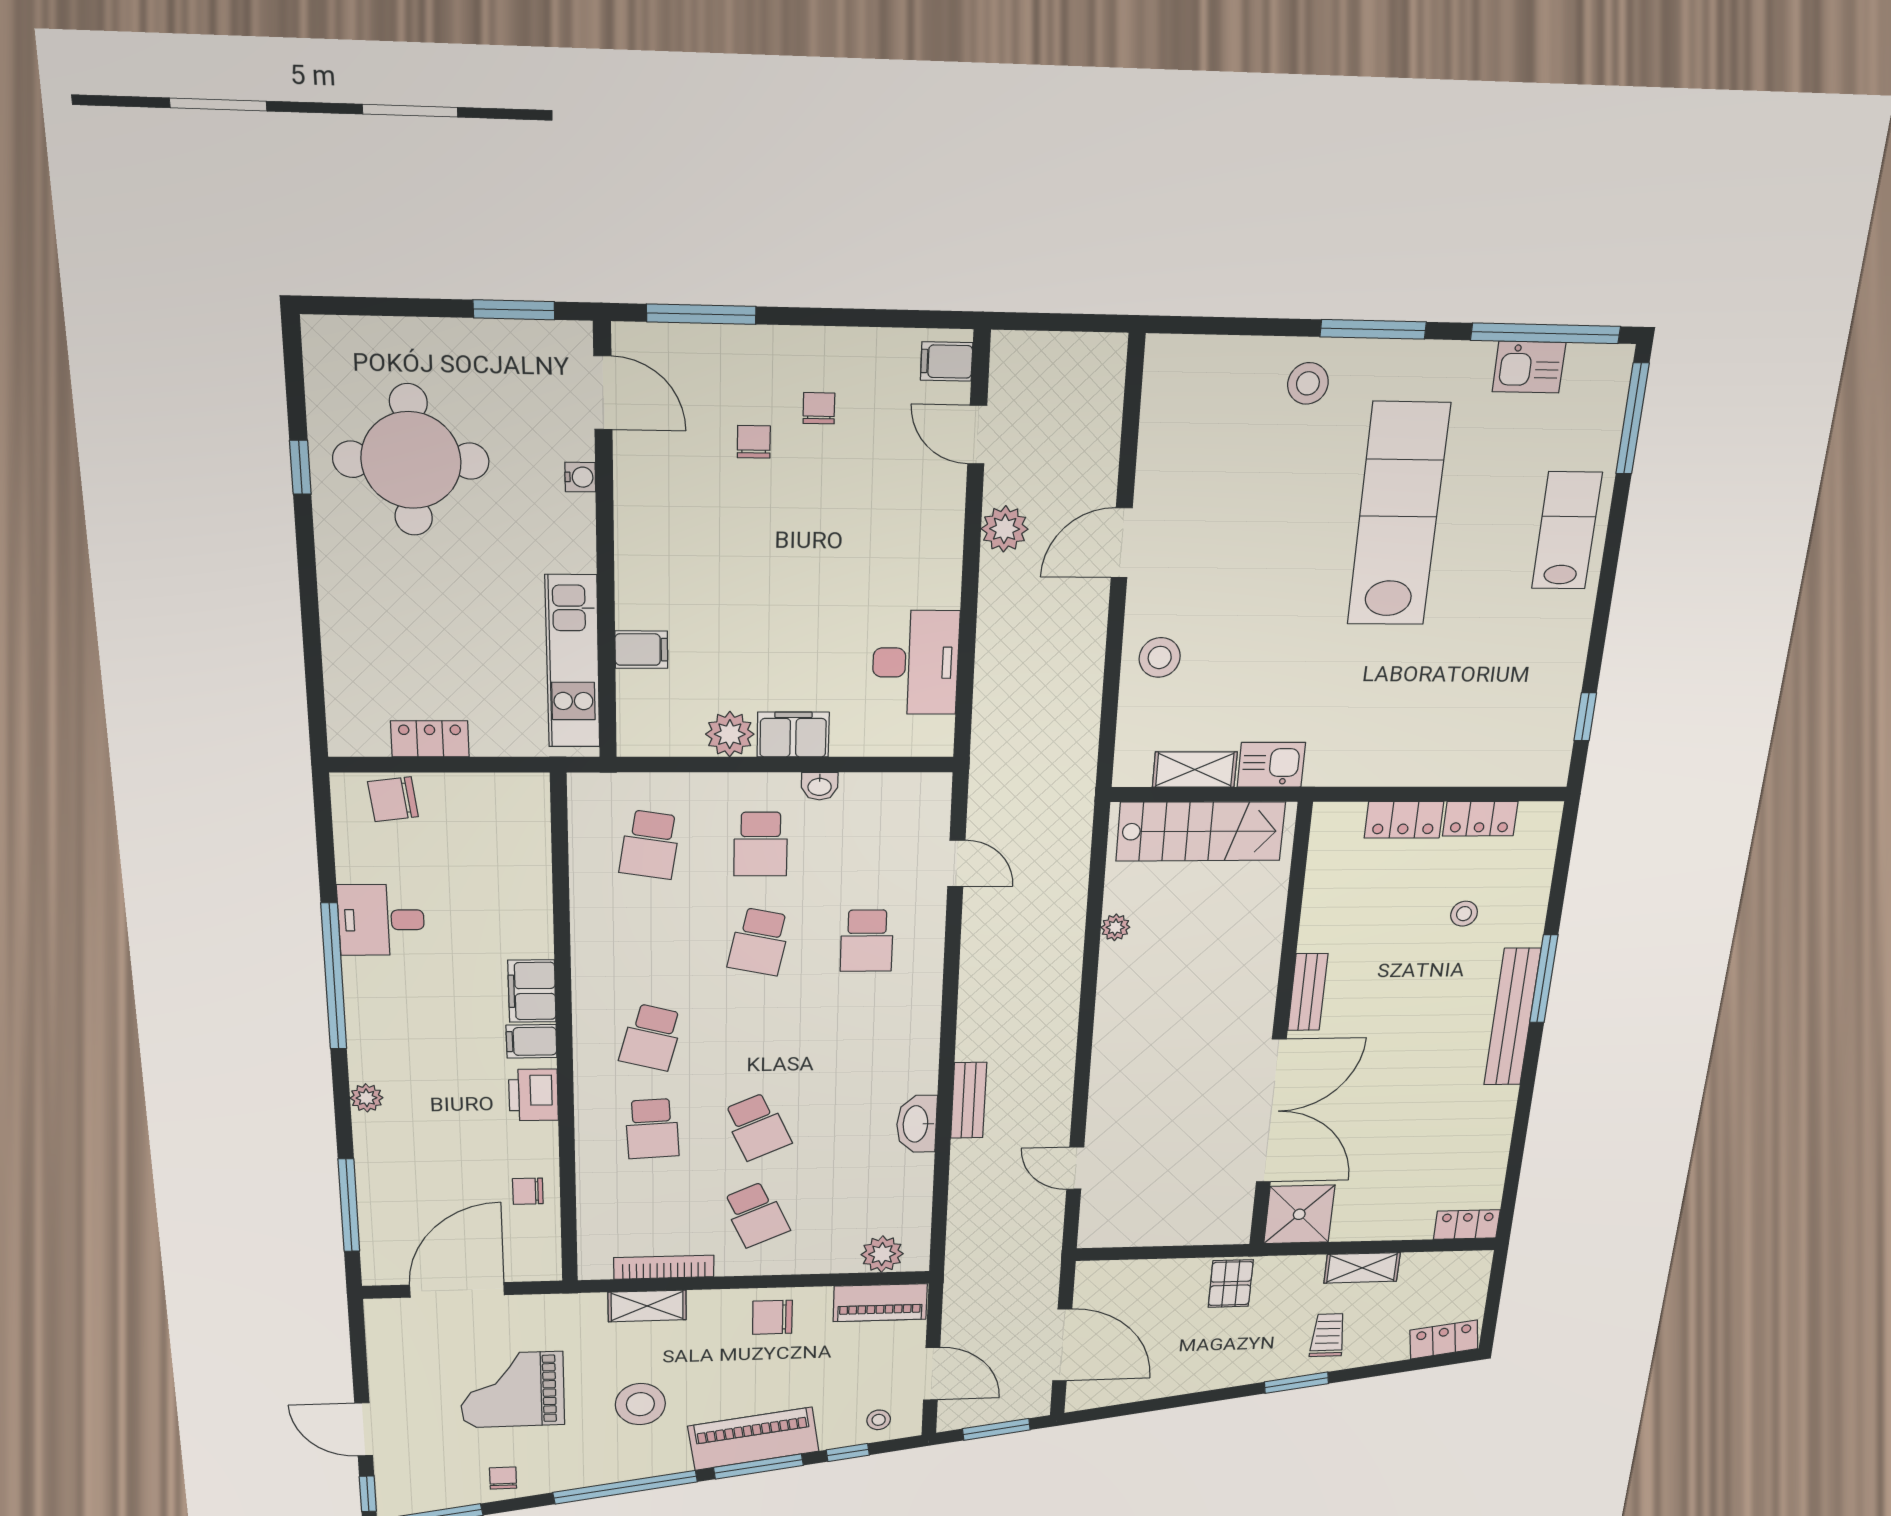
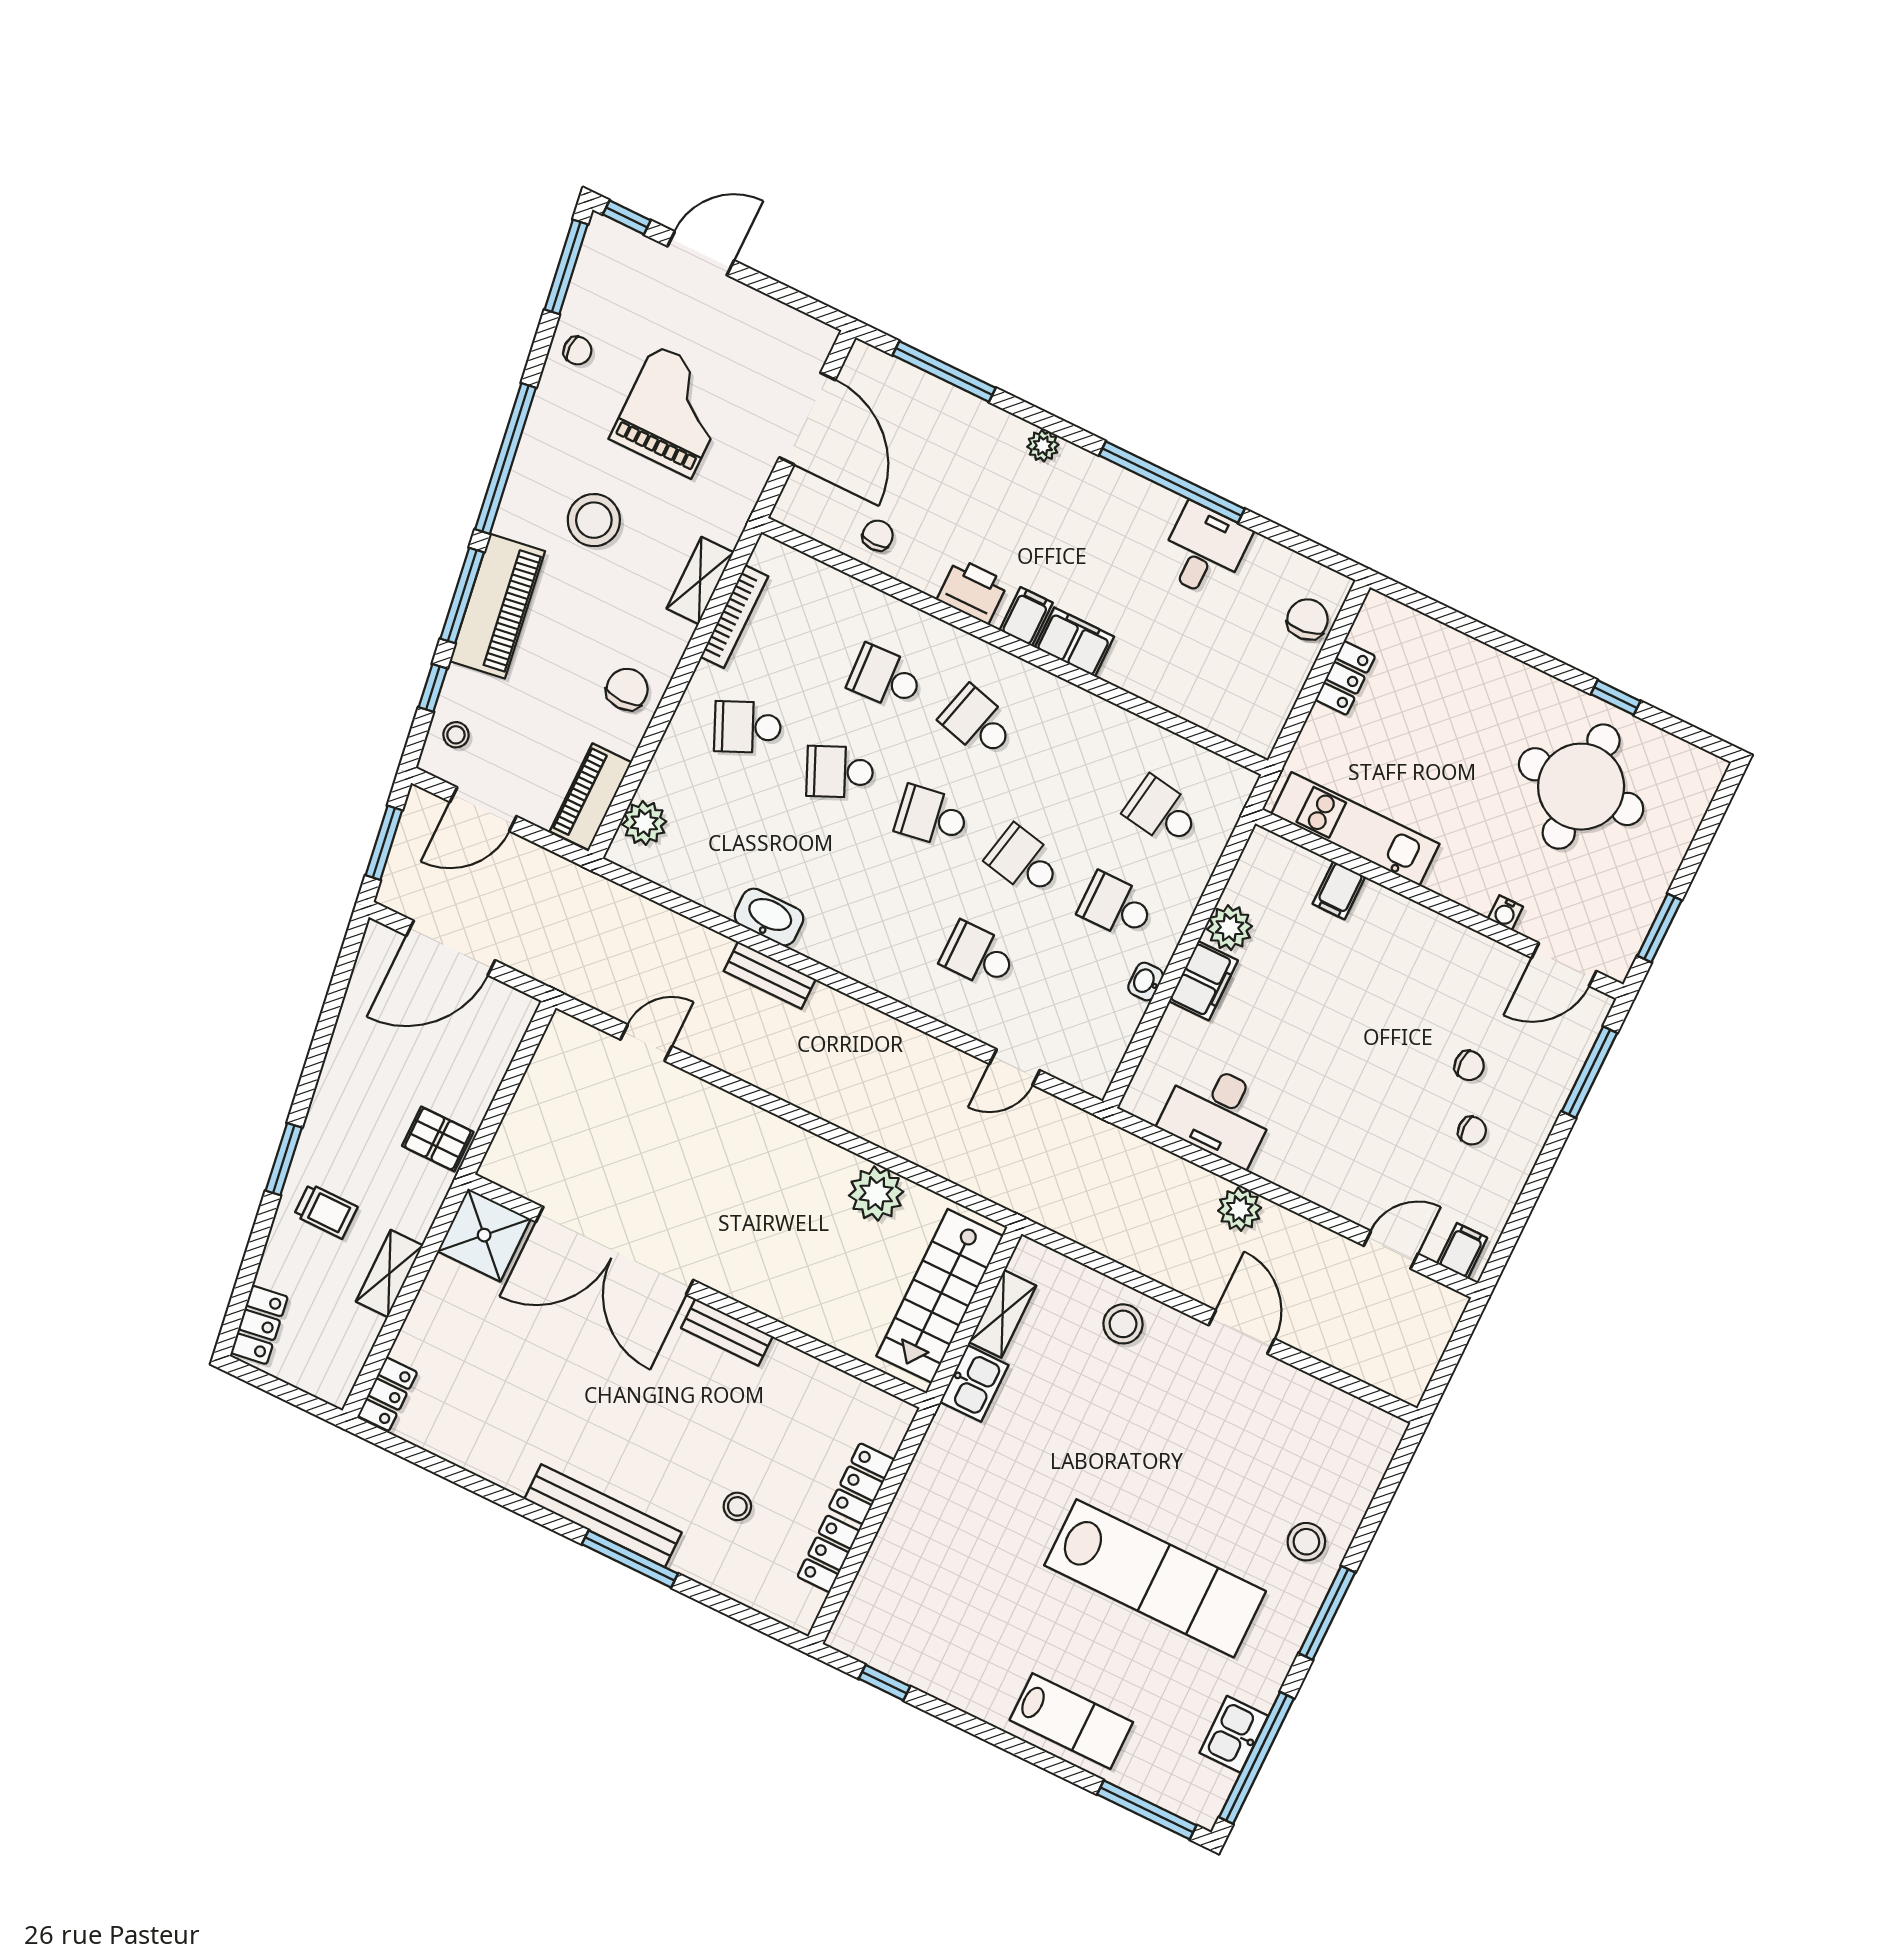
plant: (1005, 529) -> (1240, 1209), moved
plant: (1115, 927) -> (876, 1194), width x1.88, depth x1.88
school desk: (758, 1036) -> (932, 817), added

